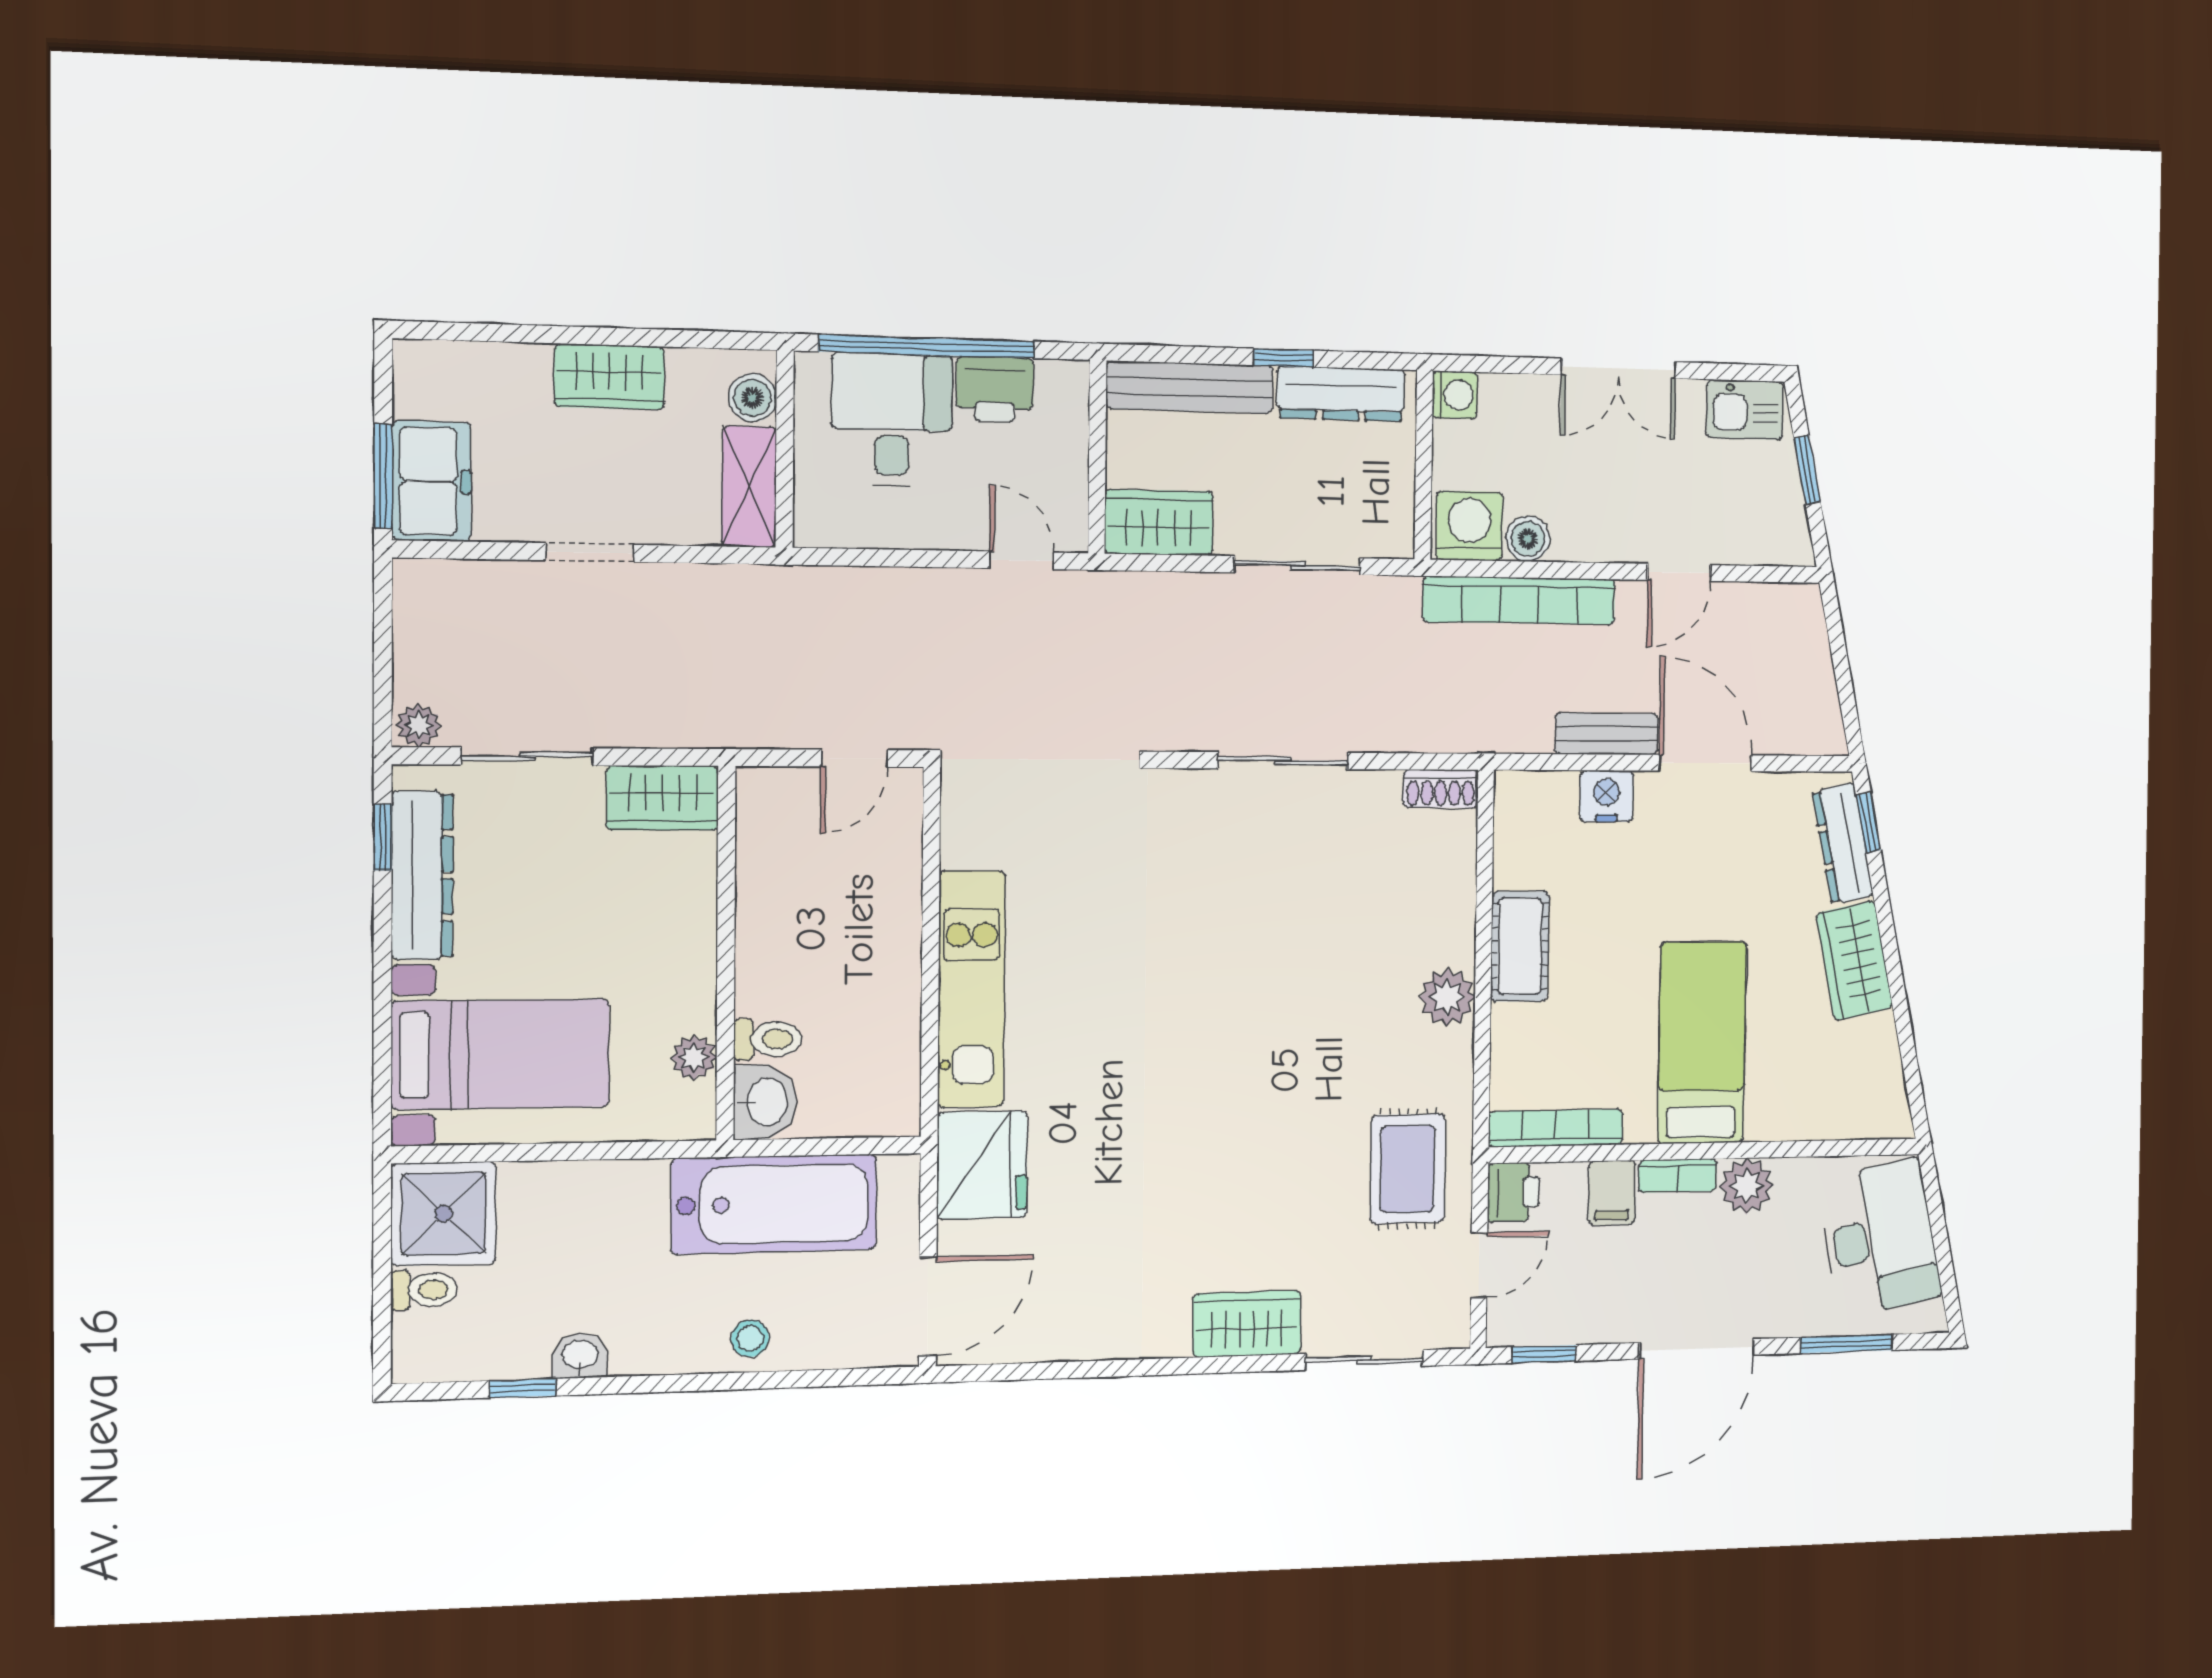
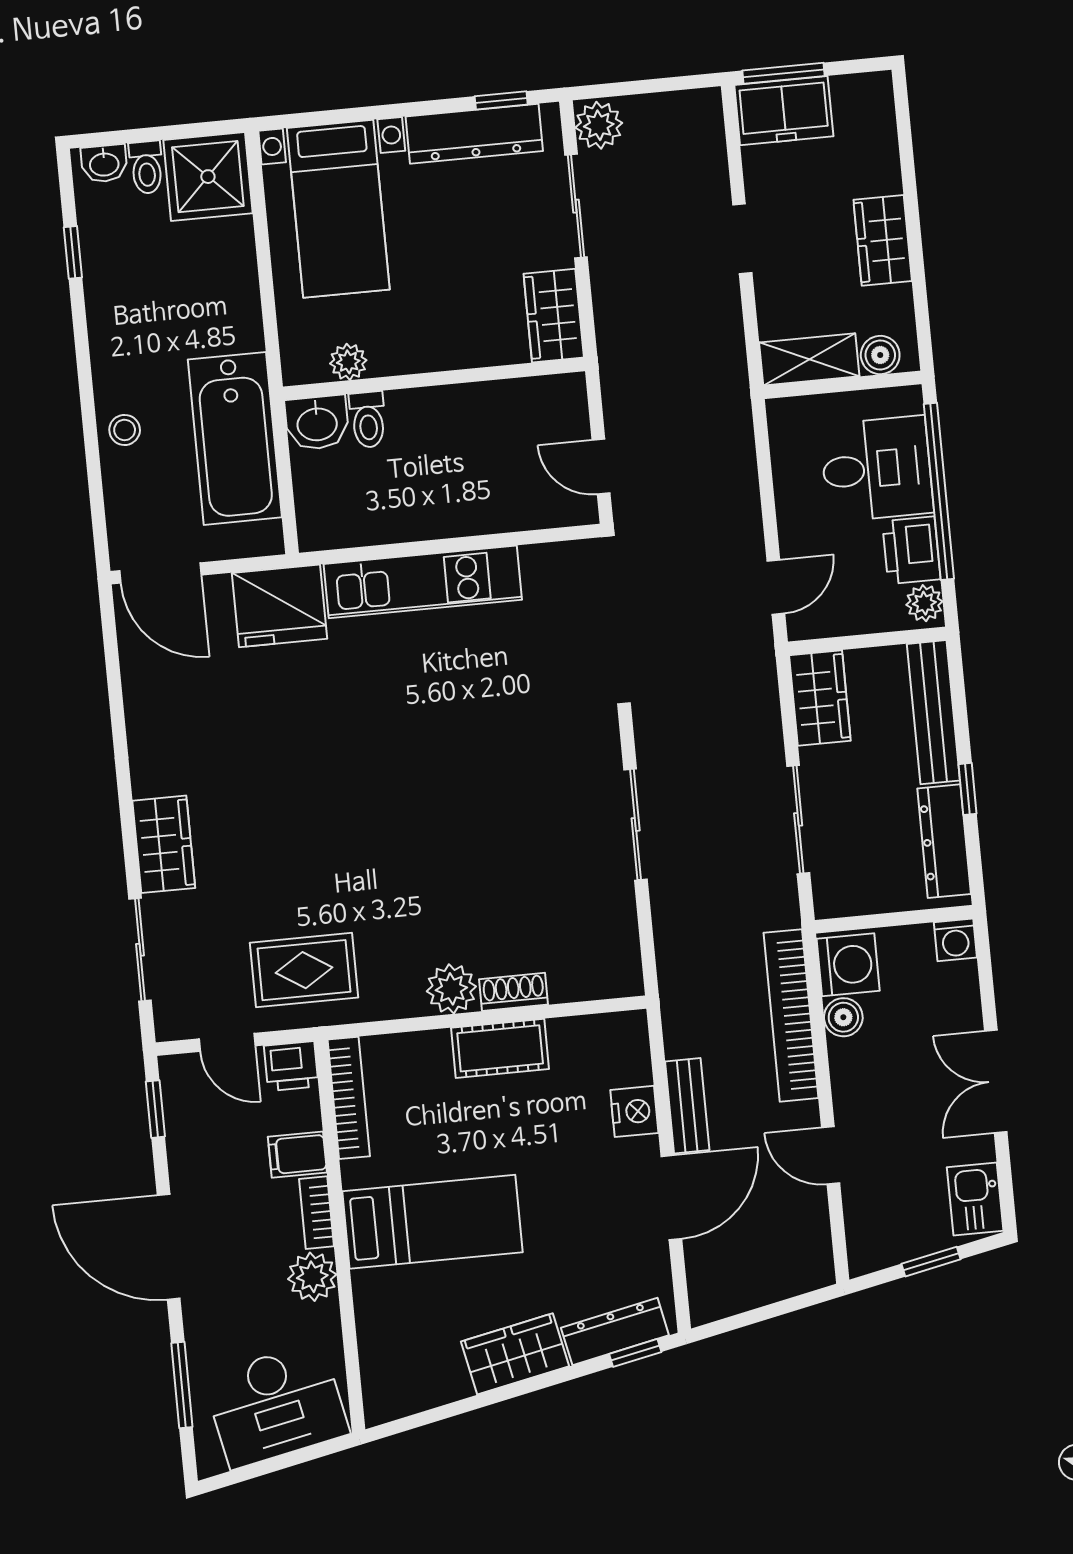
plant: (1060, 382) -> (924, 603), added
plant: (419, 725) -> (599, 125), width x1.38, depth x1.38
shoe rack: (1441, 789) -> (514, 992), moved, turned 90
washbasin: (580, 1356) -> (104, 163), moved, turned 90

